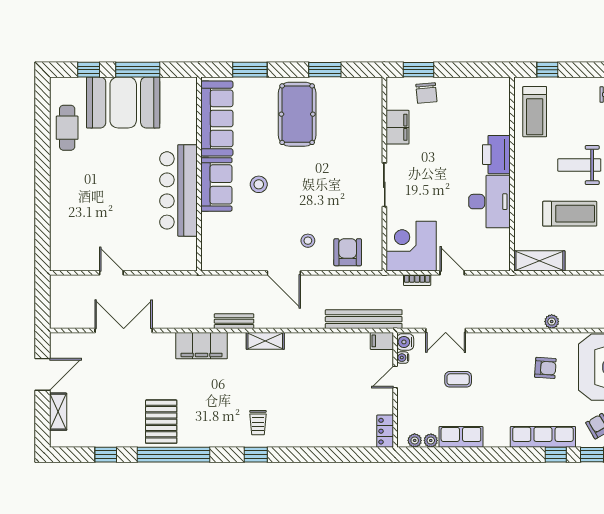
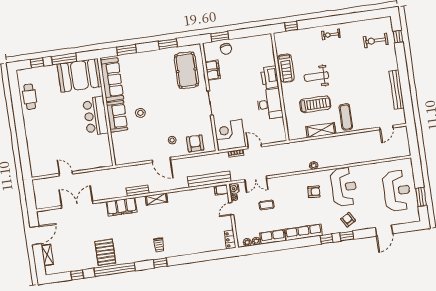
booth: (123, 102) -> (79, 75), moved
treadmill: (535, 112) -> (286, 68), moved
pool table: (297, 114) -> (187, 70), moved
bar counter: (179, 190) -> (95, 116), width x0.73
shelving: (539, 261) -> (321, 130), moved
row of seats: (543, 437) -> (304, 232), moved

